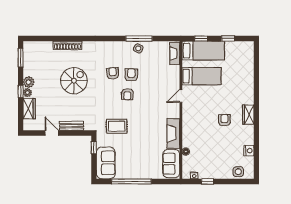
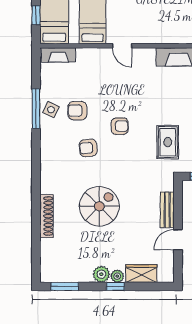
armchair: (131, 75) -> (77, 111), moved
spiral stairs: (74, 81) -> (99, 206), turned 90

